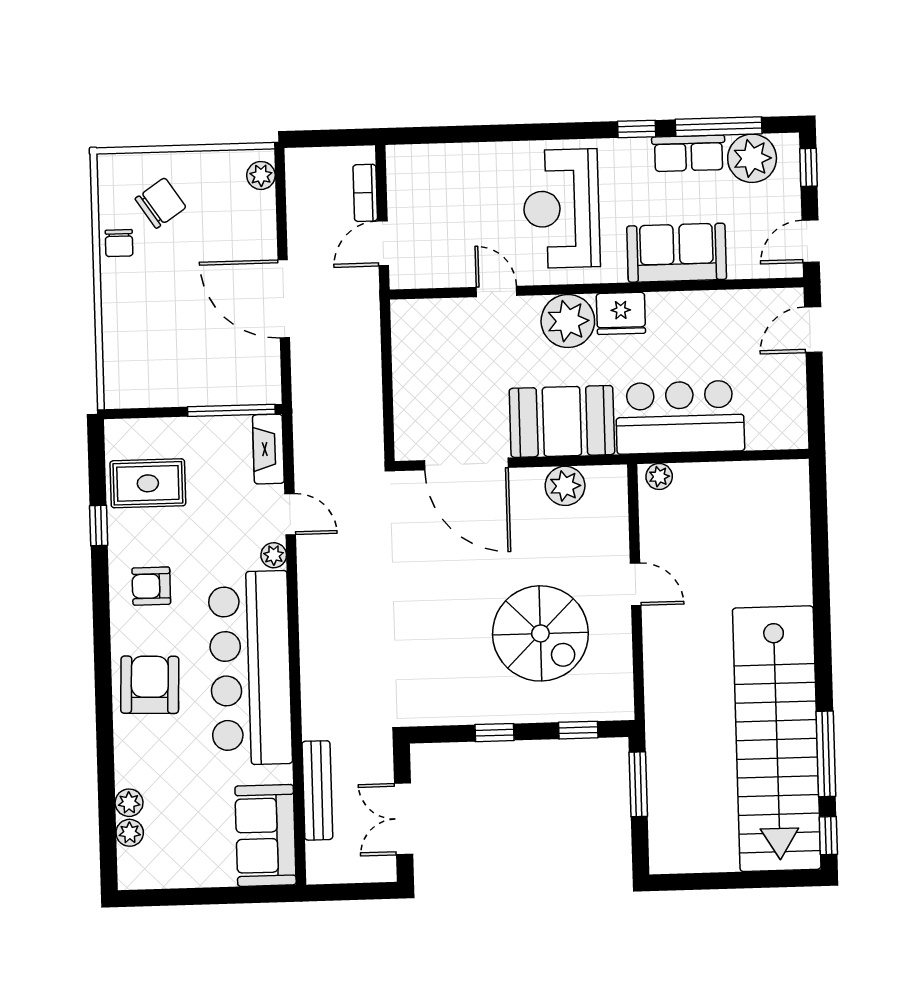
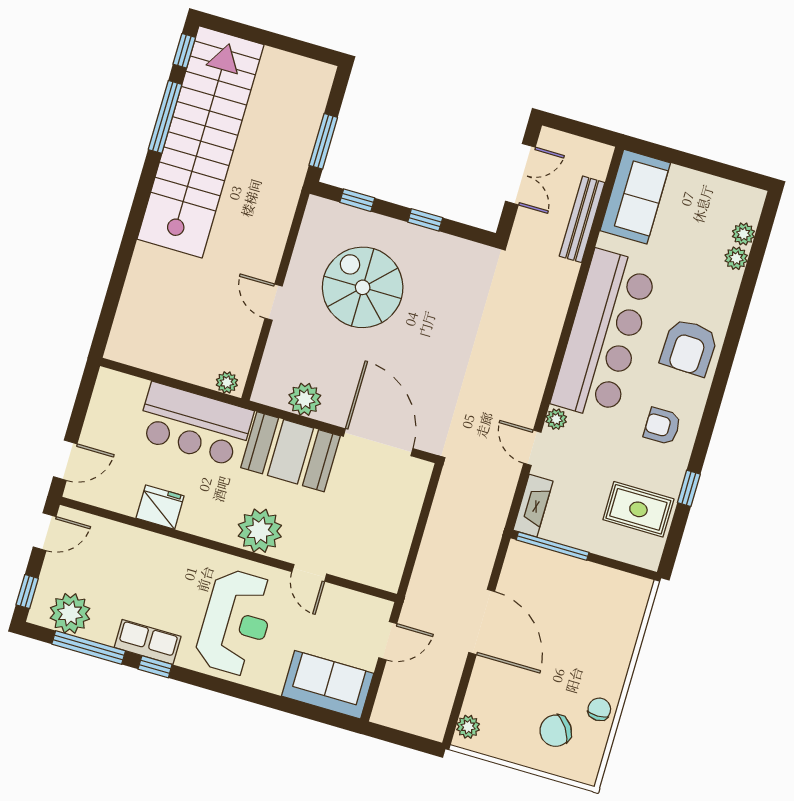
row of seats: (689, 153) -> (148, 642), moved
bookcase: (365, 193) -> (389, 686), removed
sofa: (677, 253) -> (328, 685), moved, turned 180
fridge: (621, 313) -> (160, 507), moved
armchair: (151, 586) -> (662, 426), turned 180

